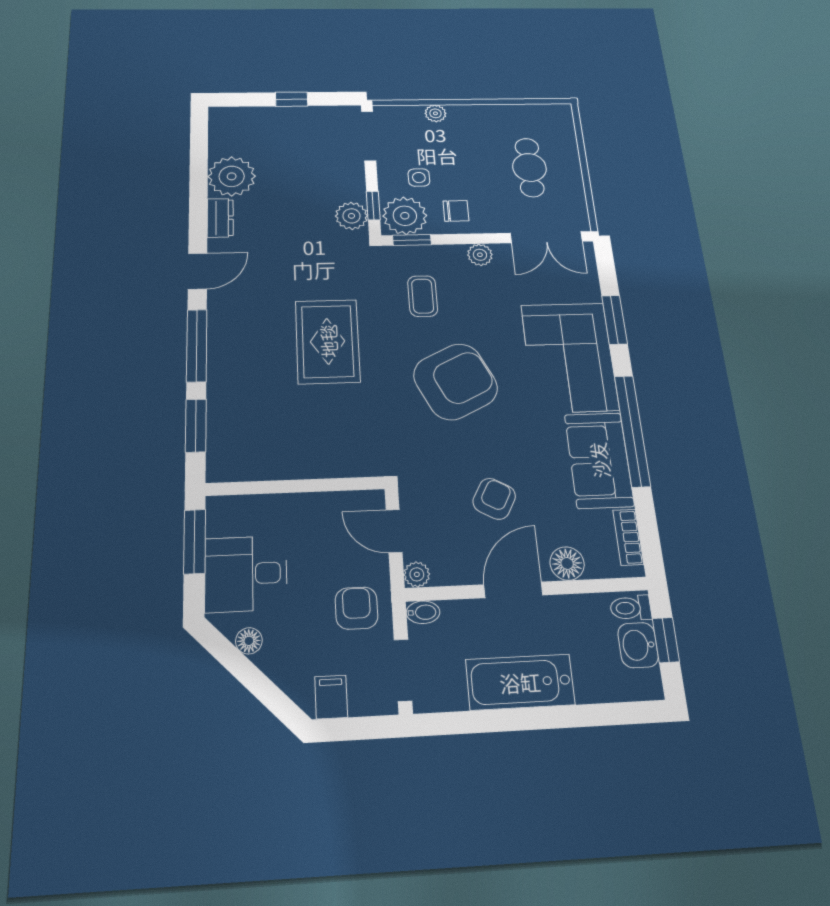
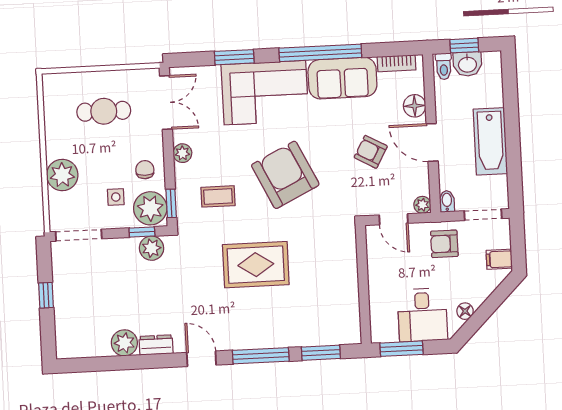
plant: (435, 113) -> (62, 175), width x1.87, depth x1.87
plant: (232, 176) -> (124, 343), width x0.73, depth x0.73
door: (394, 531) -> (394, 219), hinge flipped

